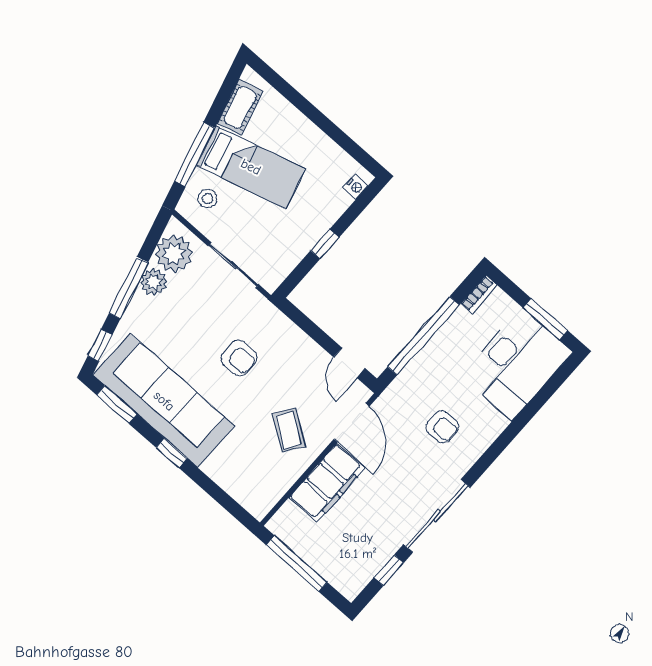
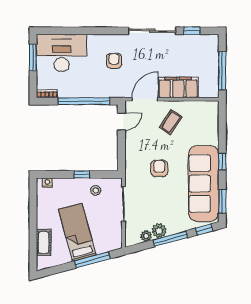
cot: (240, 107) -> (44, 242), moved, turned -75
stool: (208, 199) -> (96, 190), moved
plant: (174, 254) -> (146, 236), width x0.53, depth x0.53

